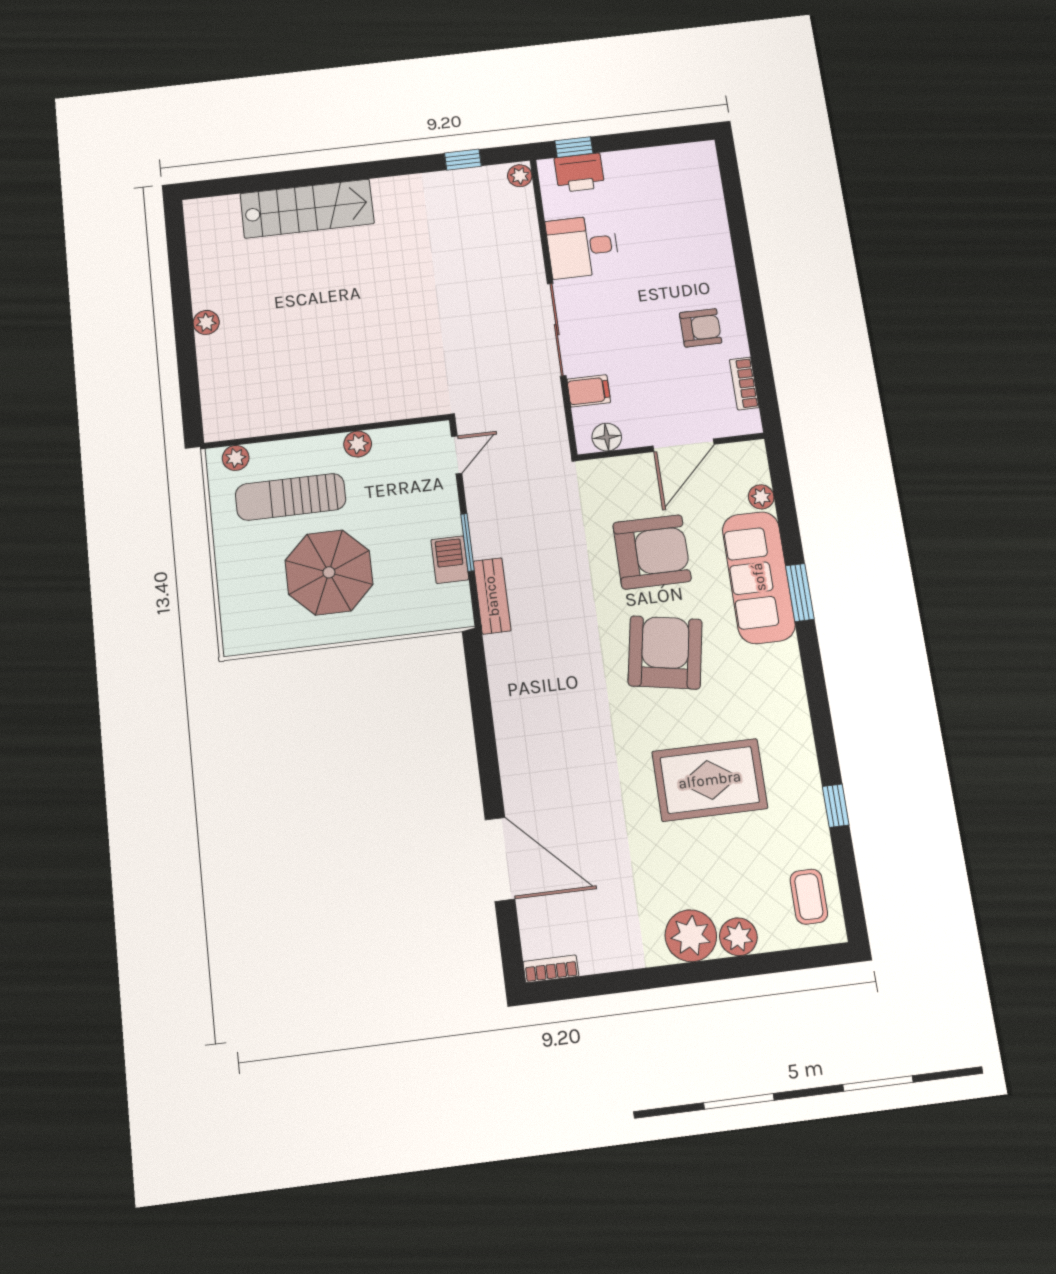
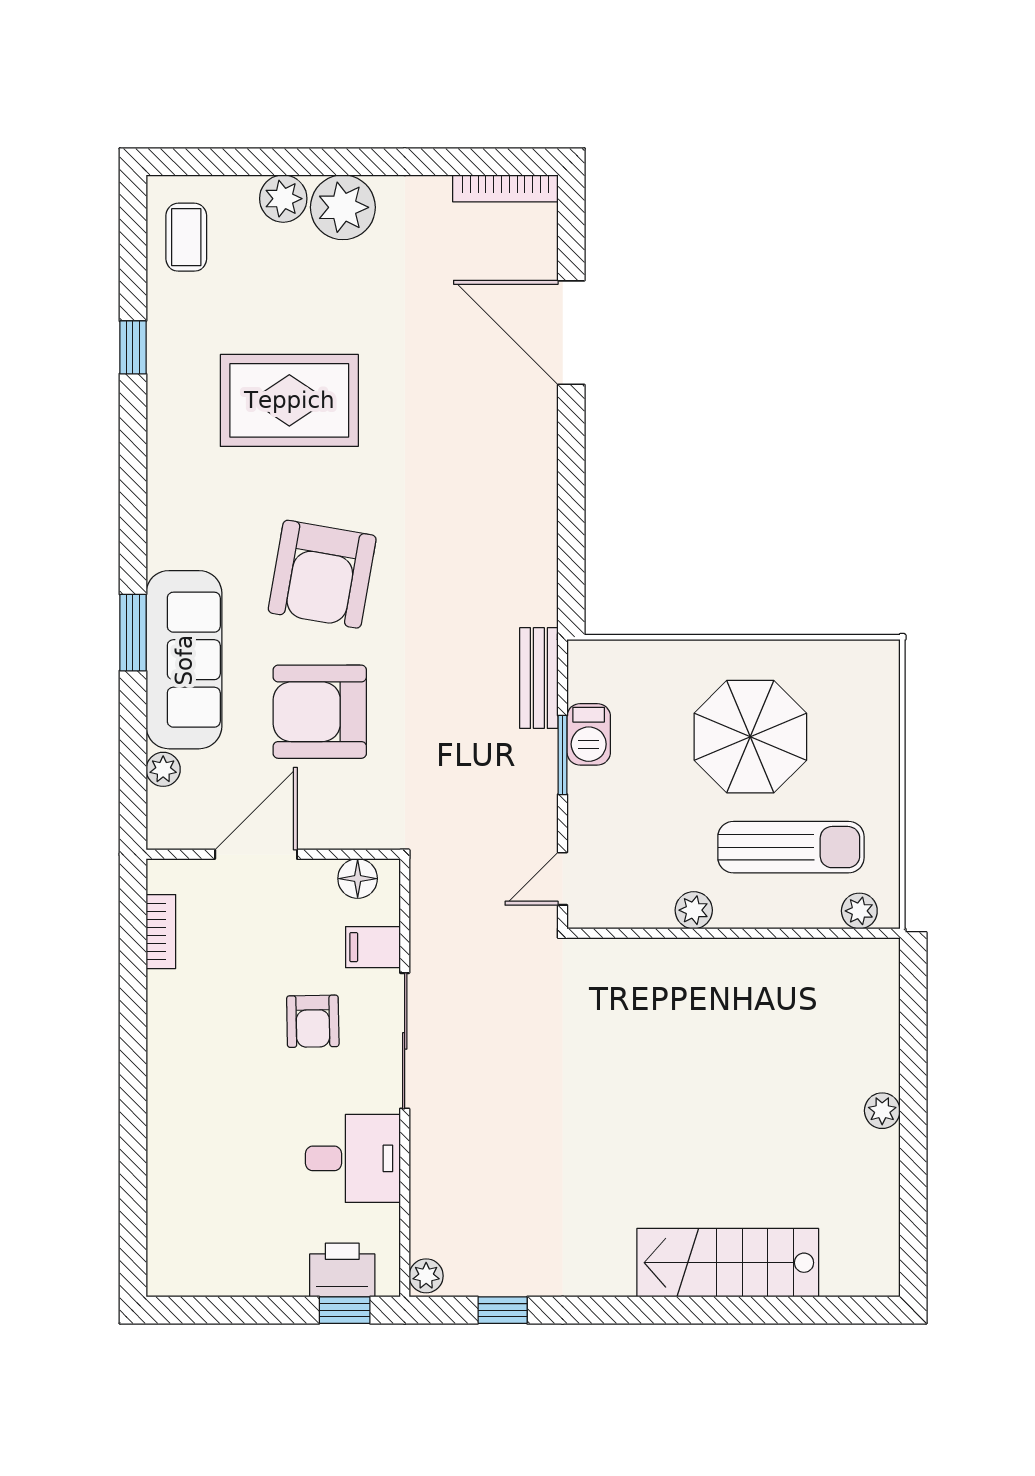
armchair: (701, 328) -> (313, 1021), moved, turned -91
bookcase: (551, 969) -> (505, 188), width x1.56

